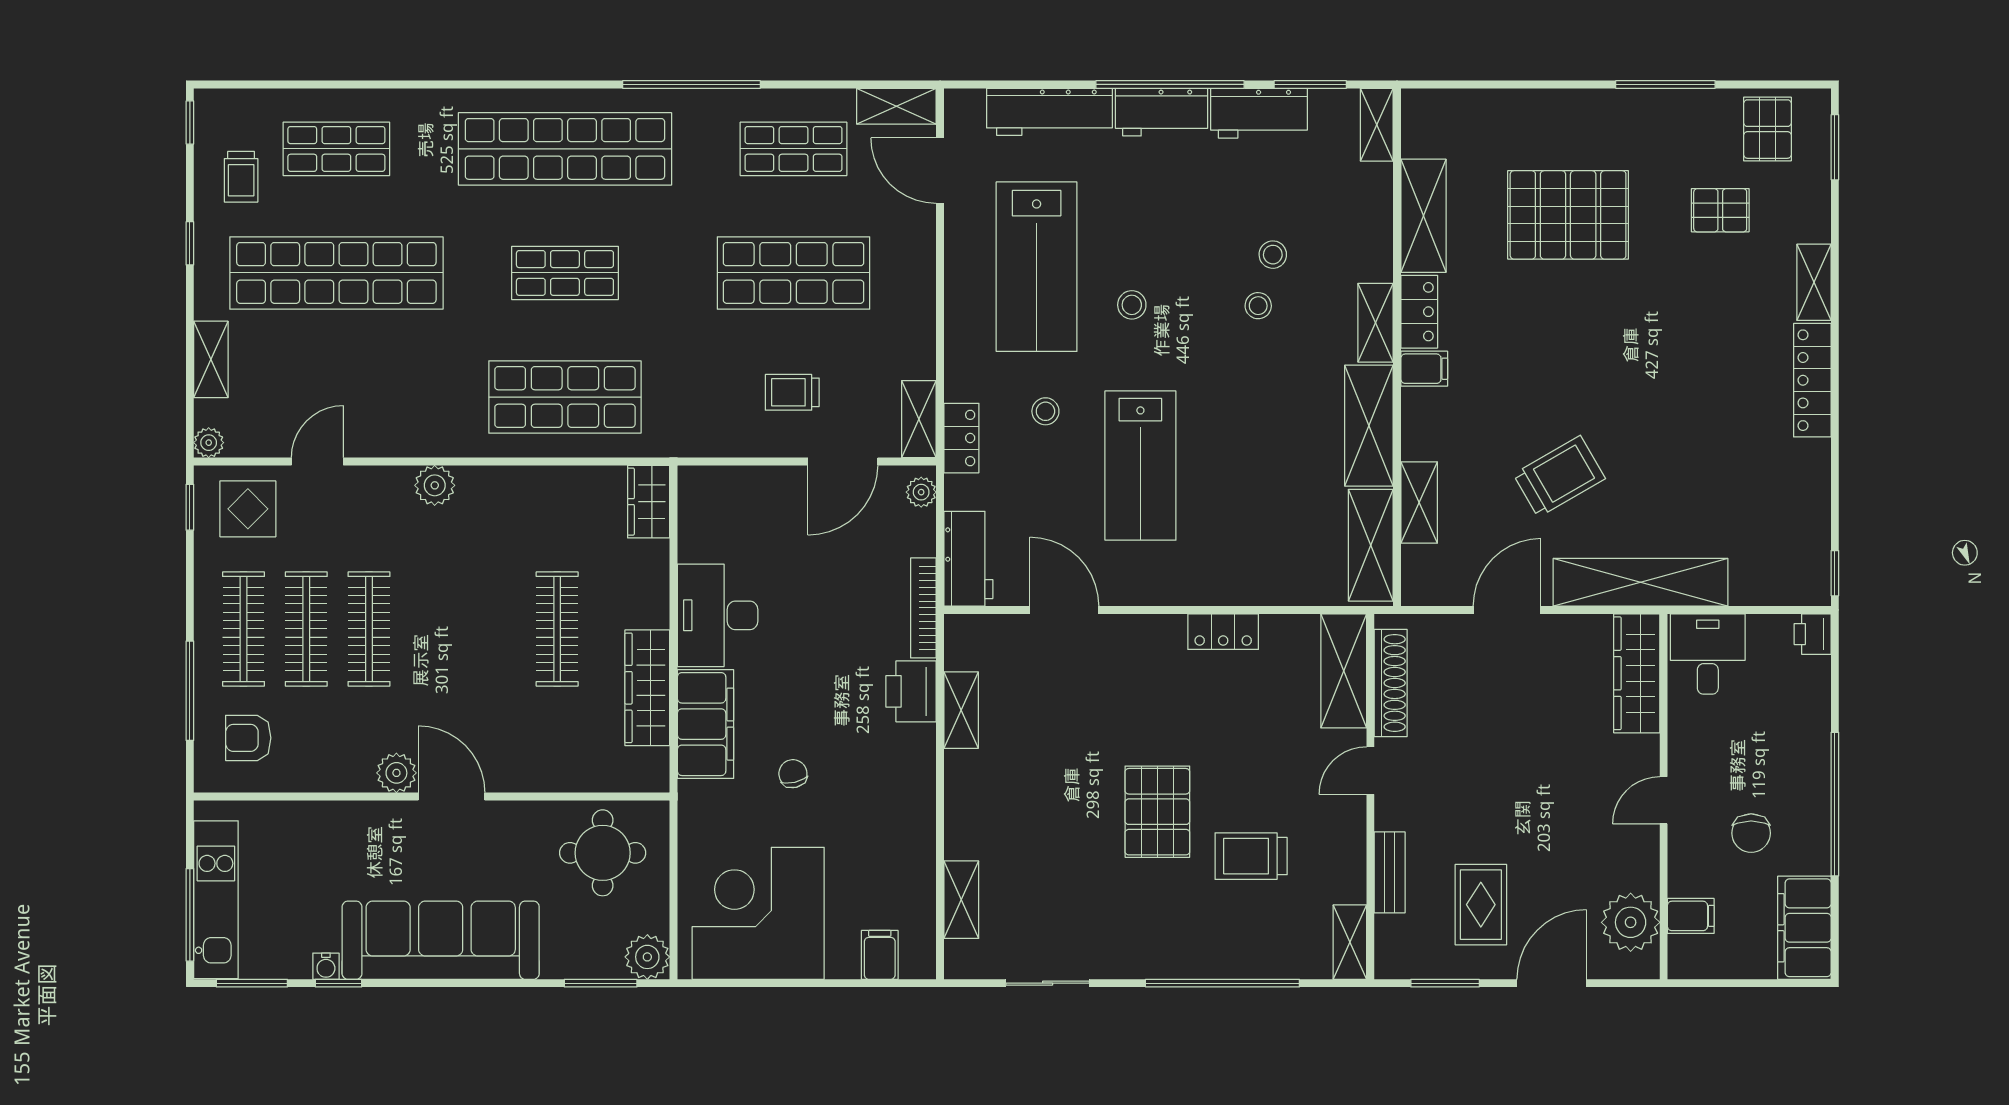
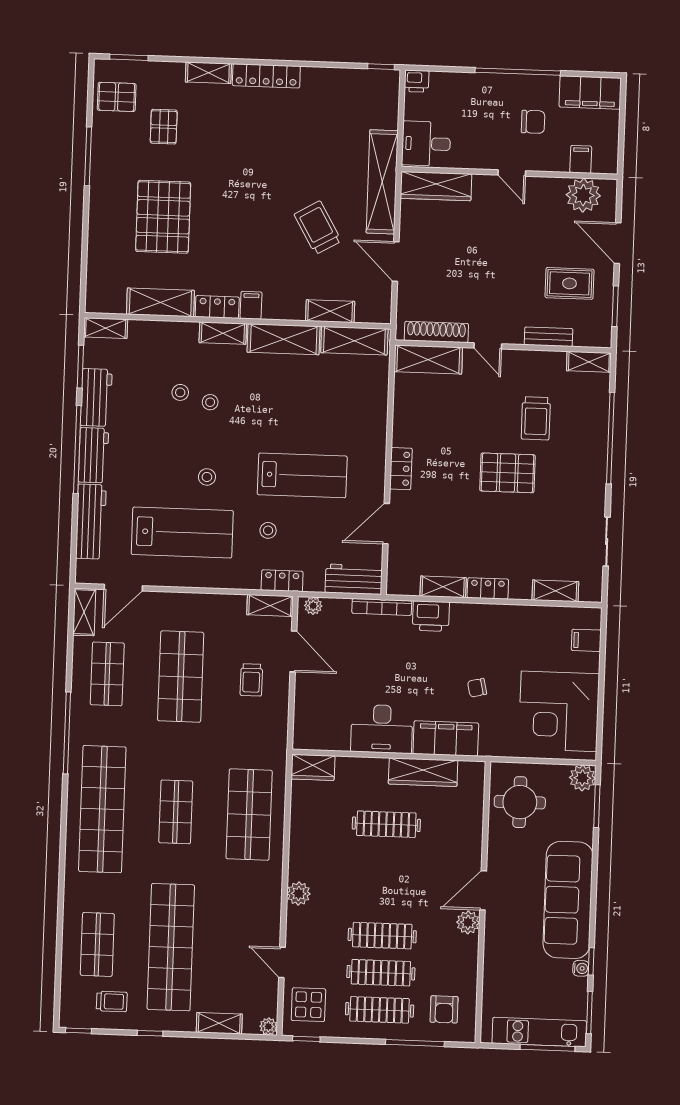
locker: (1223, 632) -> (401, 469), moved
locker: (961, 786) -> (488, 588), added

